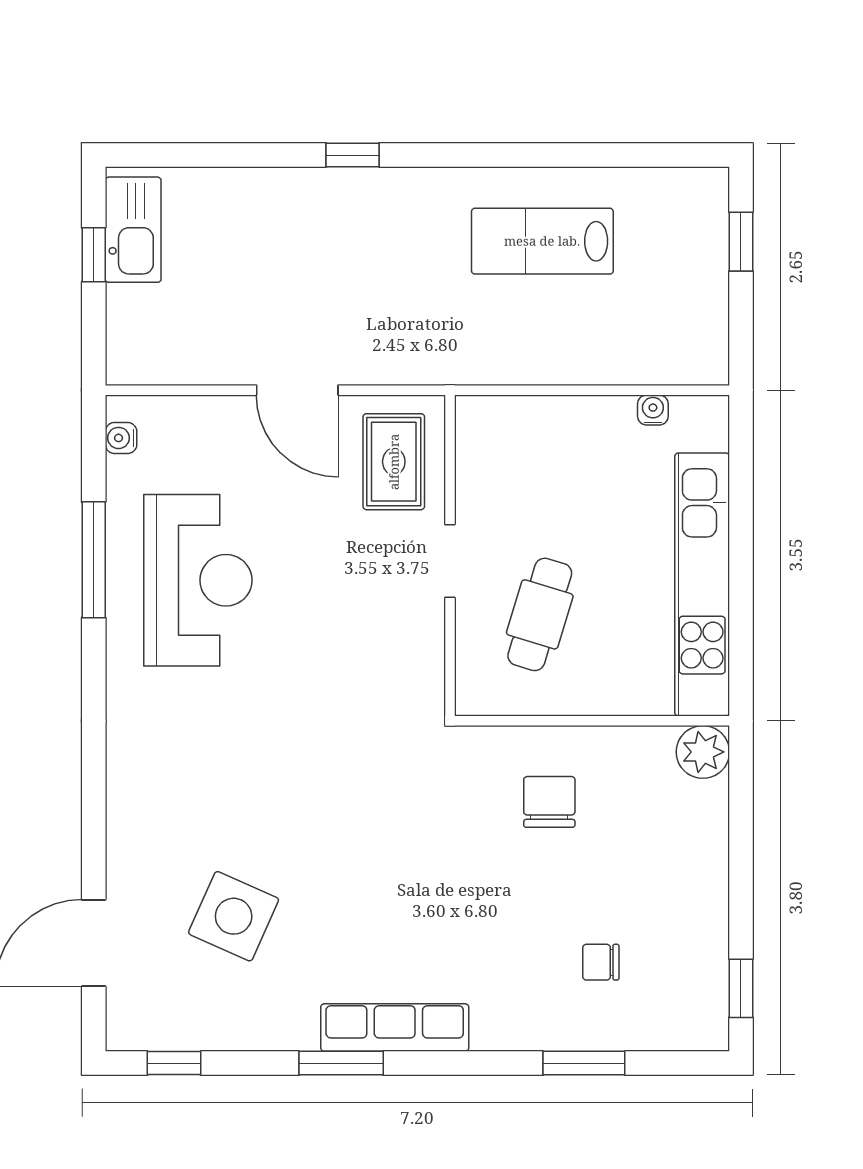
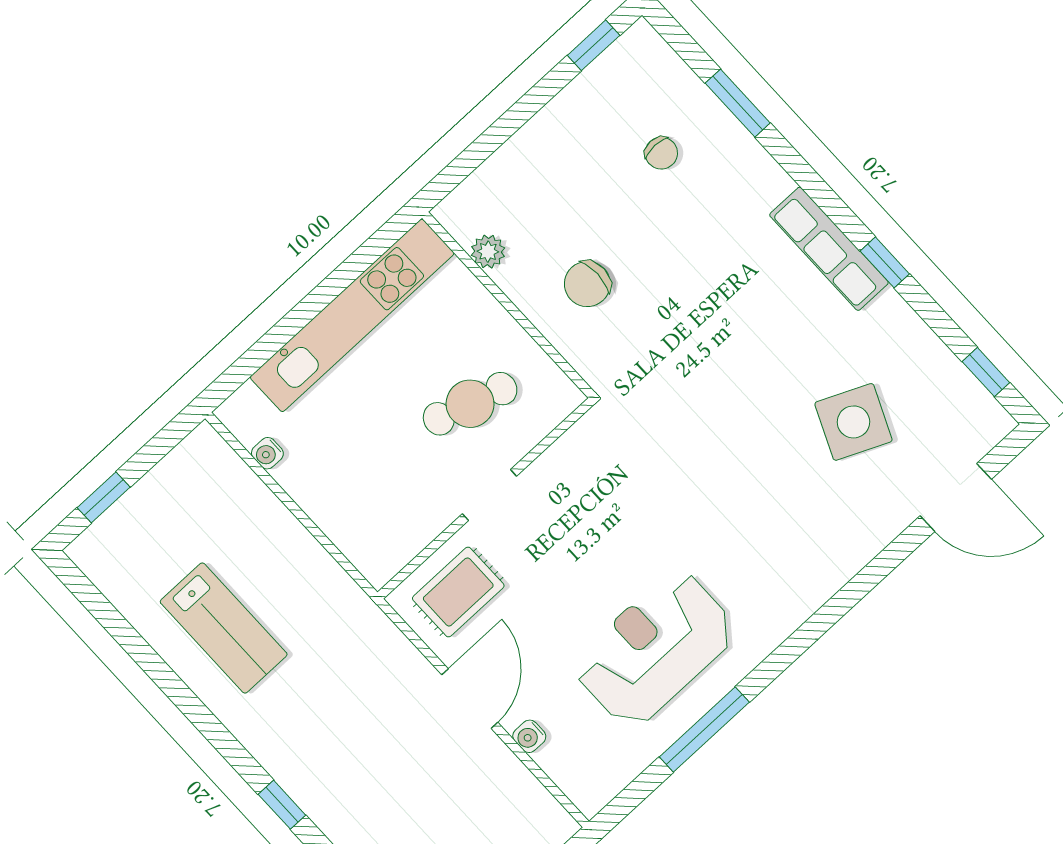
water cooler: (121, 438) -> (529, 736), moved, turned 90
plant: (703, 752) -> (488, 252), moved, width x0.73, depth x0.73
window: (341, 1063) -> (885, 262), width x0.67

